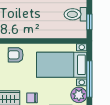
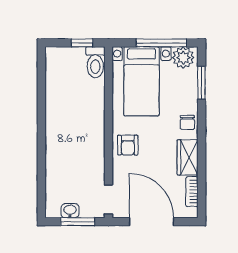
toilet: (75, 14) -> (95, 62), moved

